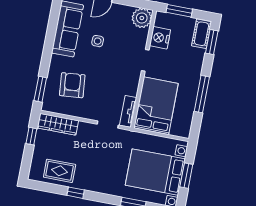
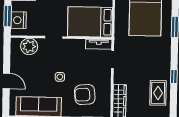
plant: (142, 18) -> (29, 46), moved
nightstand: (160, 38) -> (19, 20), moved, turned 90
side table: (98, 41) -> (60, 77), moved

